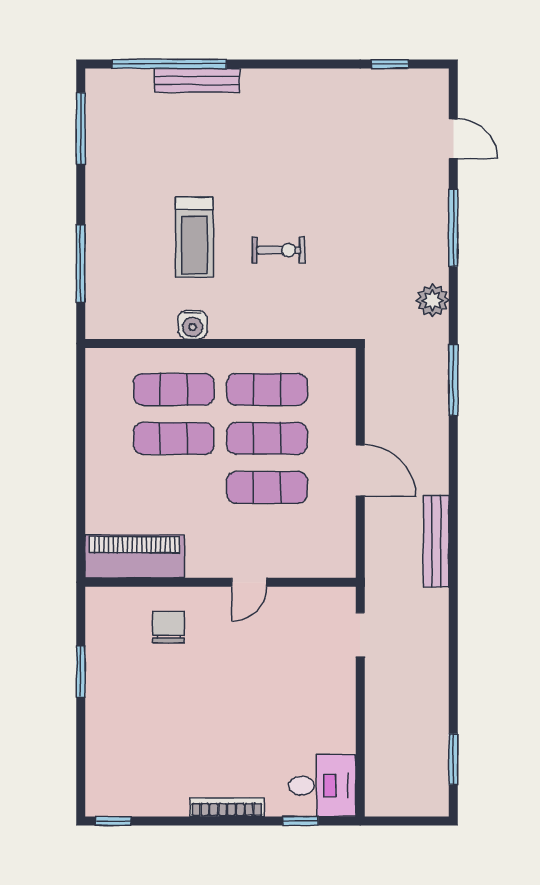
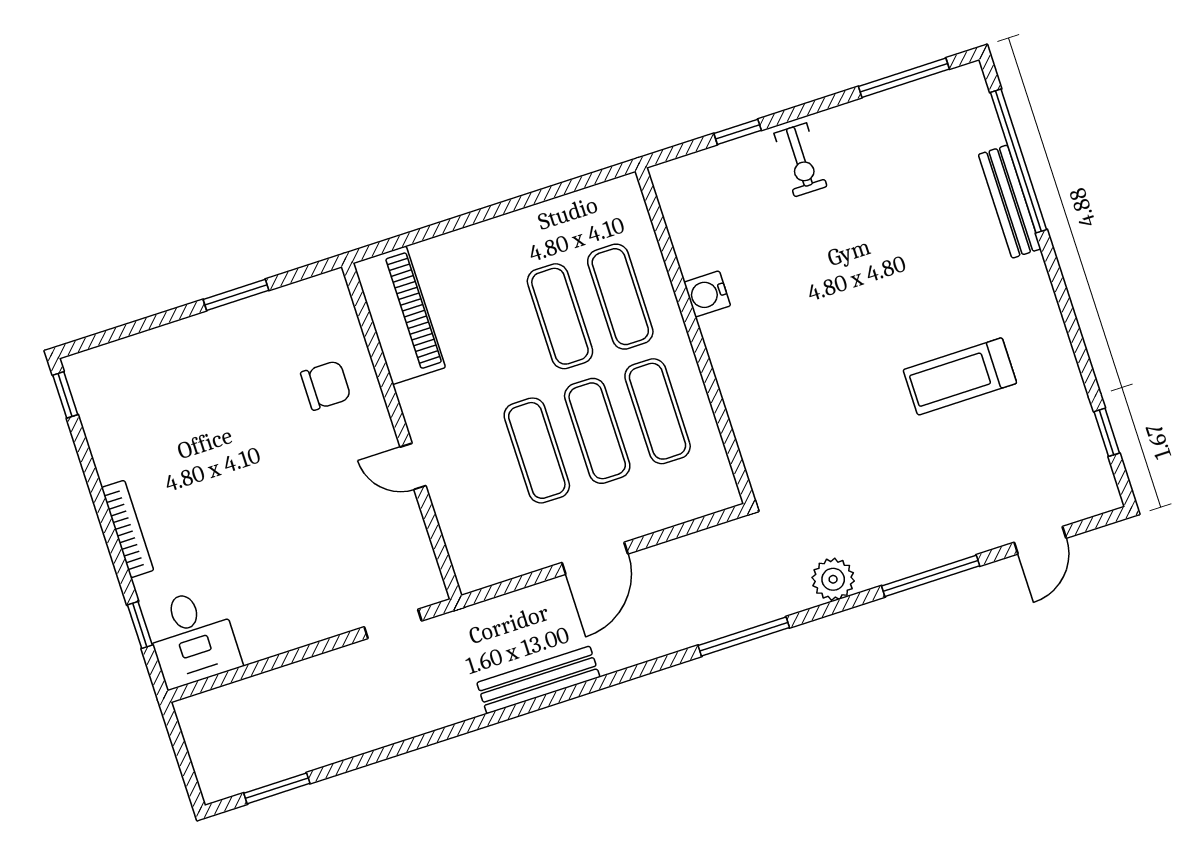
treadmill: (195, 237) -> (960, 376), moved
exercise bike: (279, 250) -> (800, 160), moved
window: (81, 264) -> (738, 132), width x0.46

